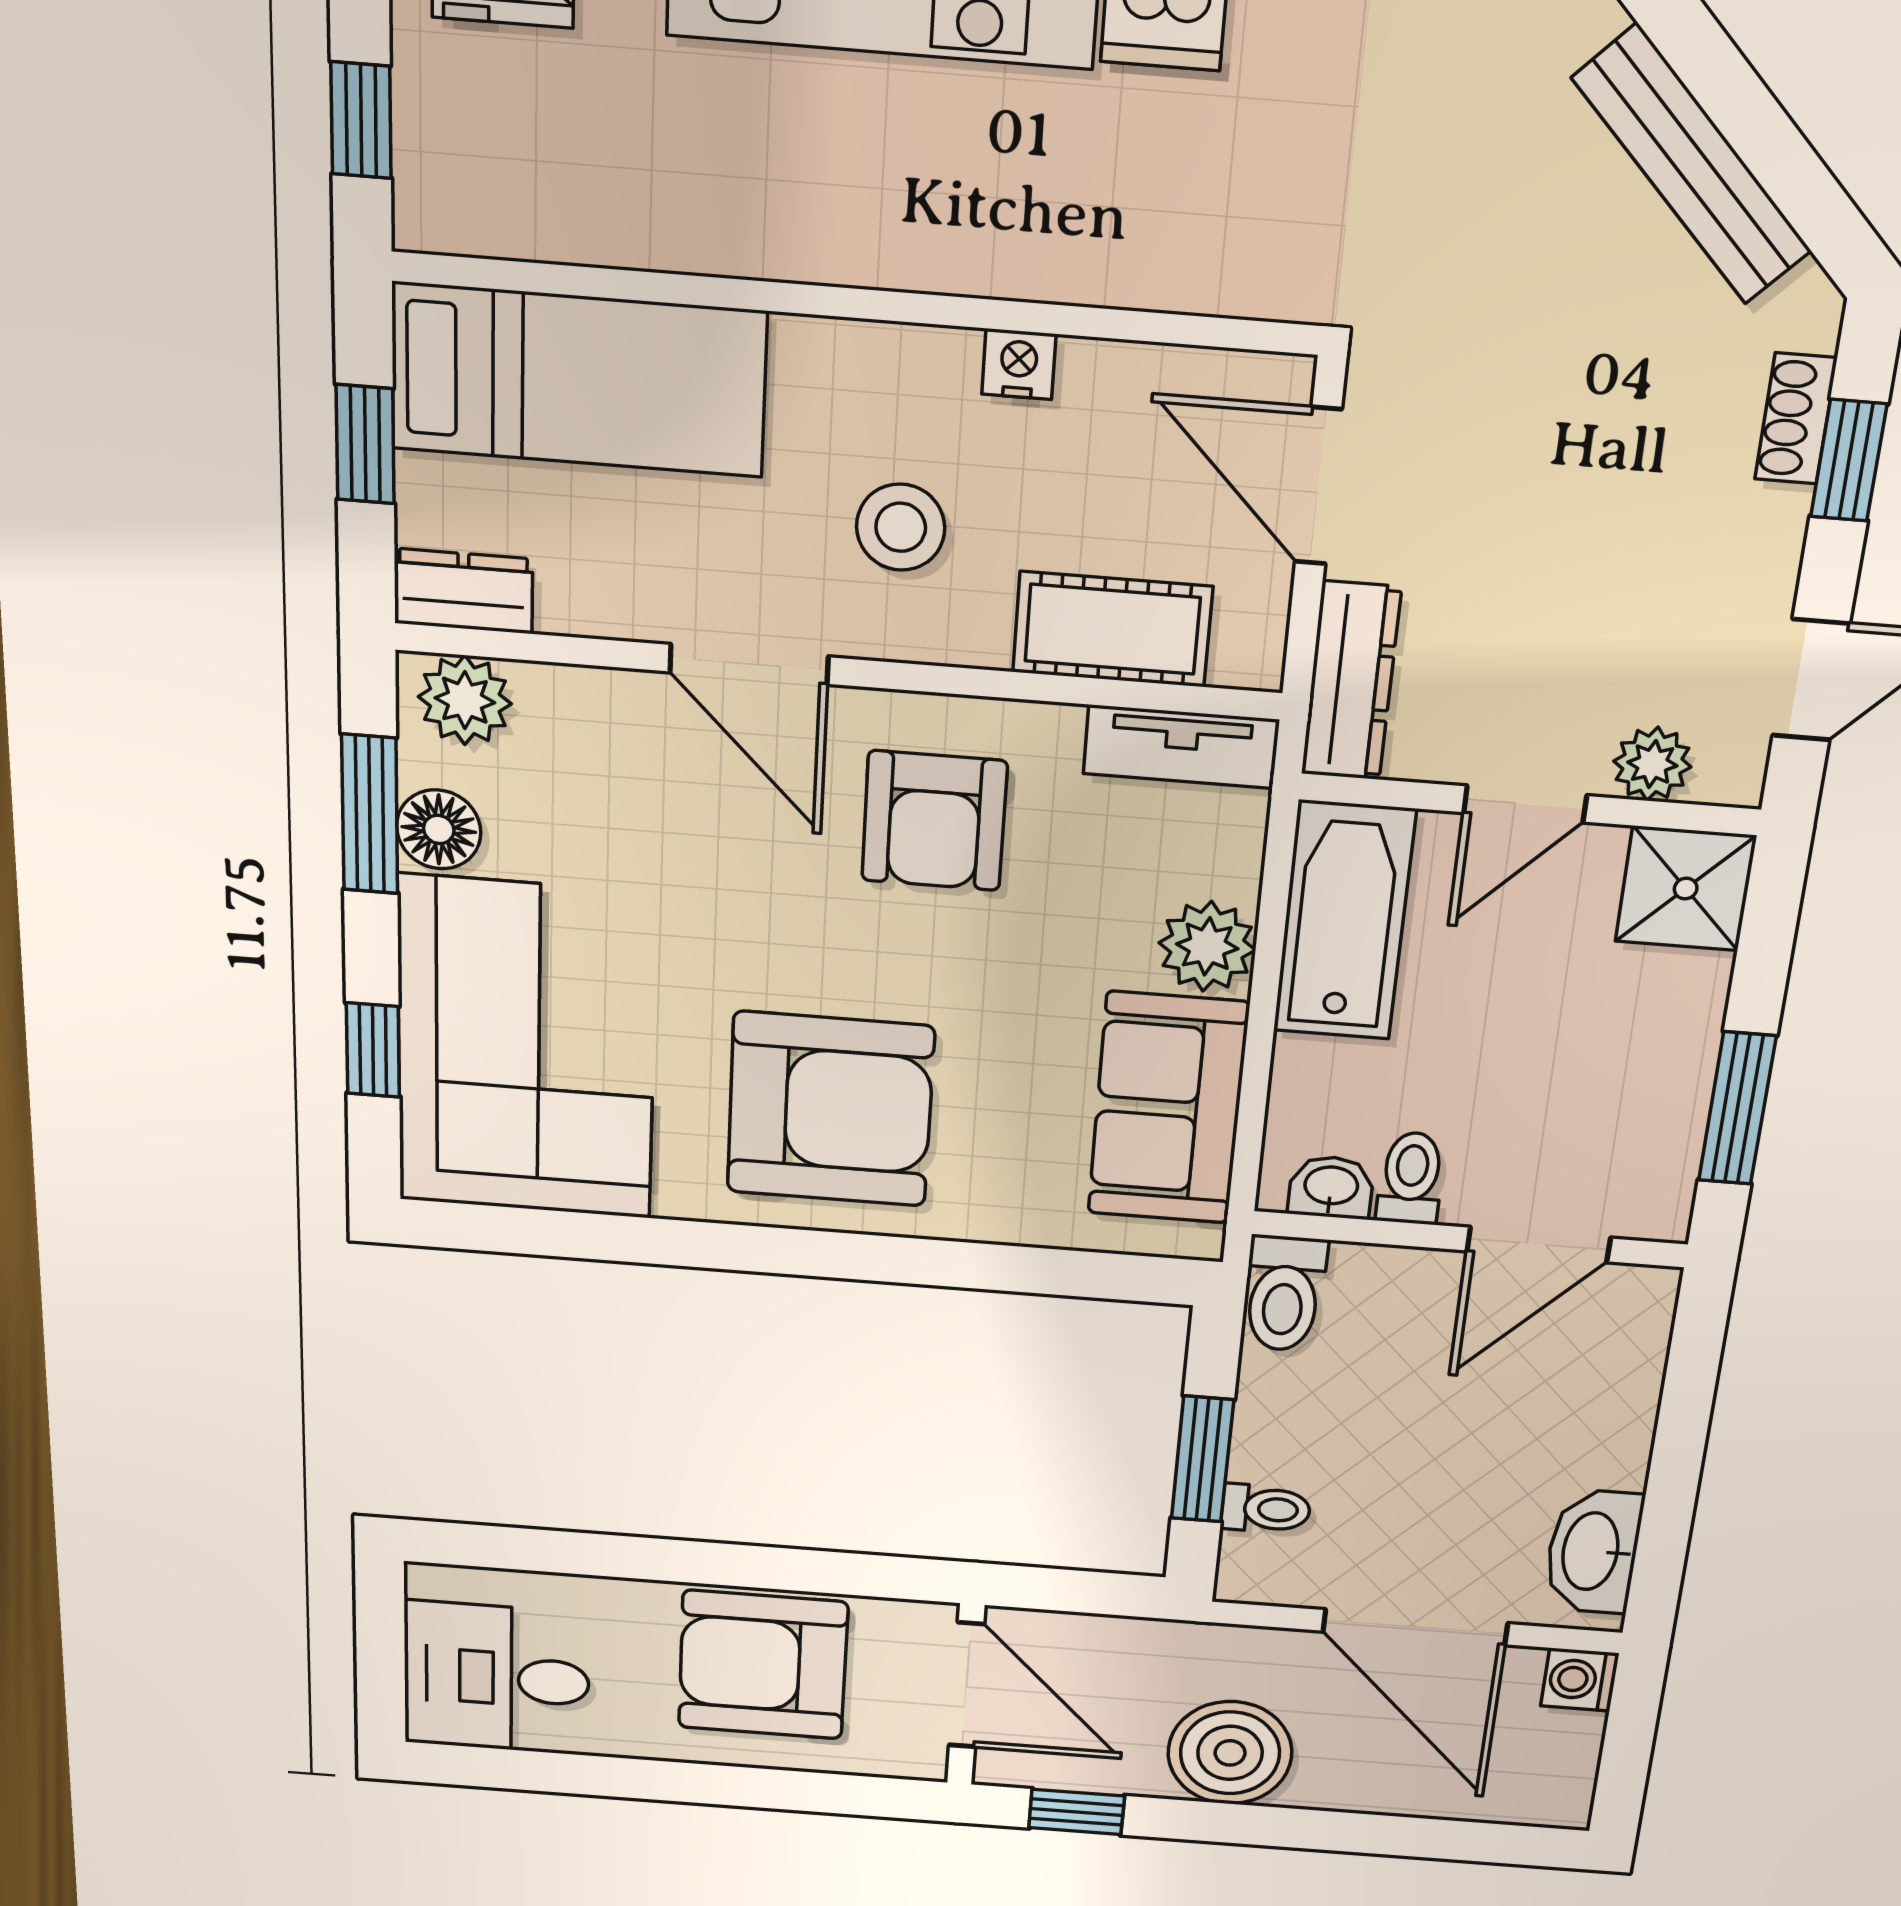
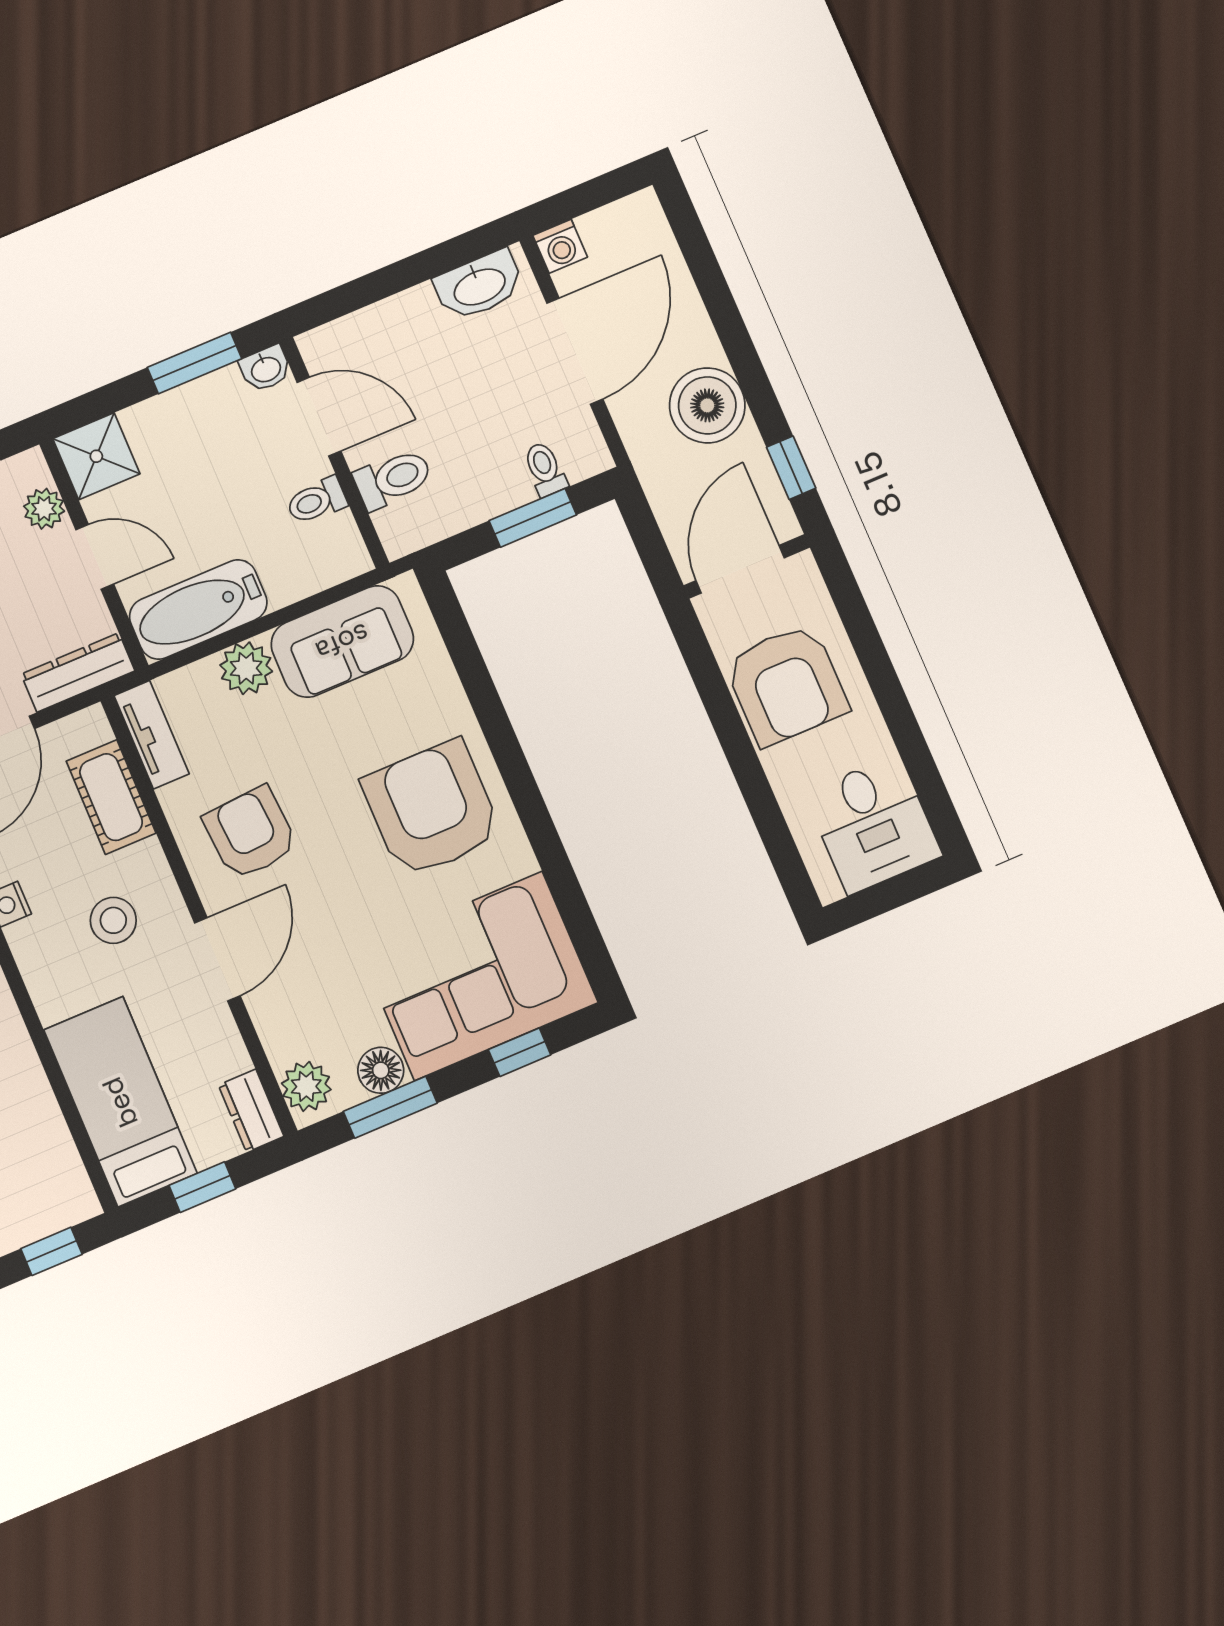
armchair: (934, 821) -> (250, 833), turned -94
washbasin: (1331, 1187) -> (266, 369), moved, turned -90
toilet: (1284, 1294) -> (393, 479), moved

